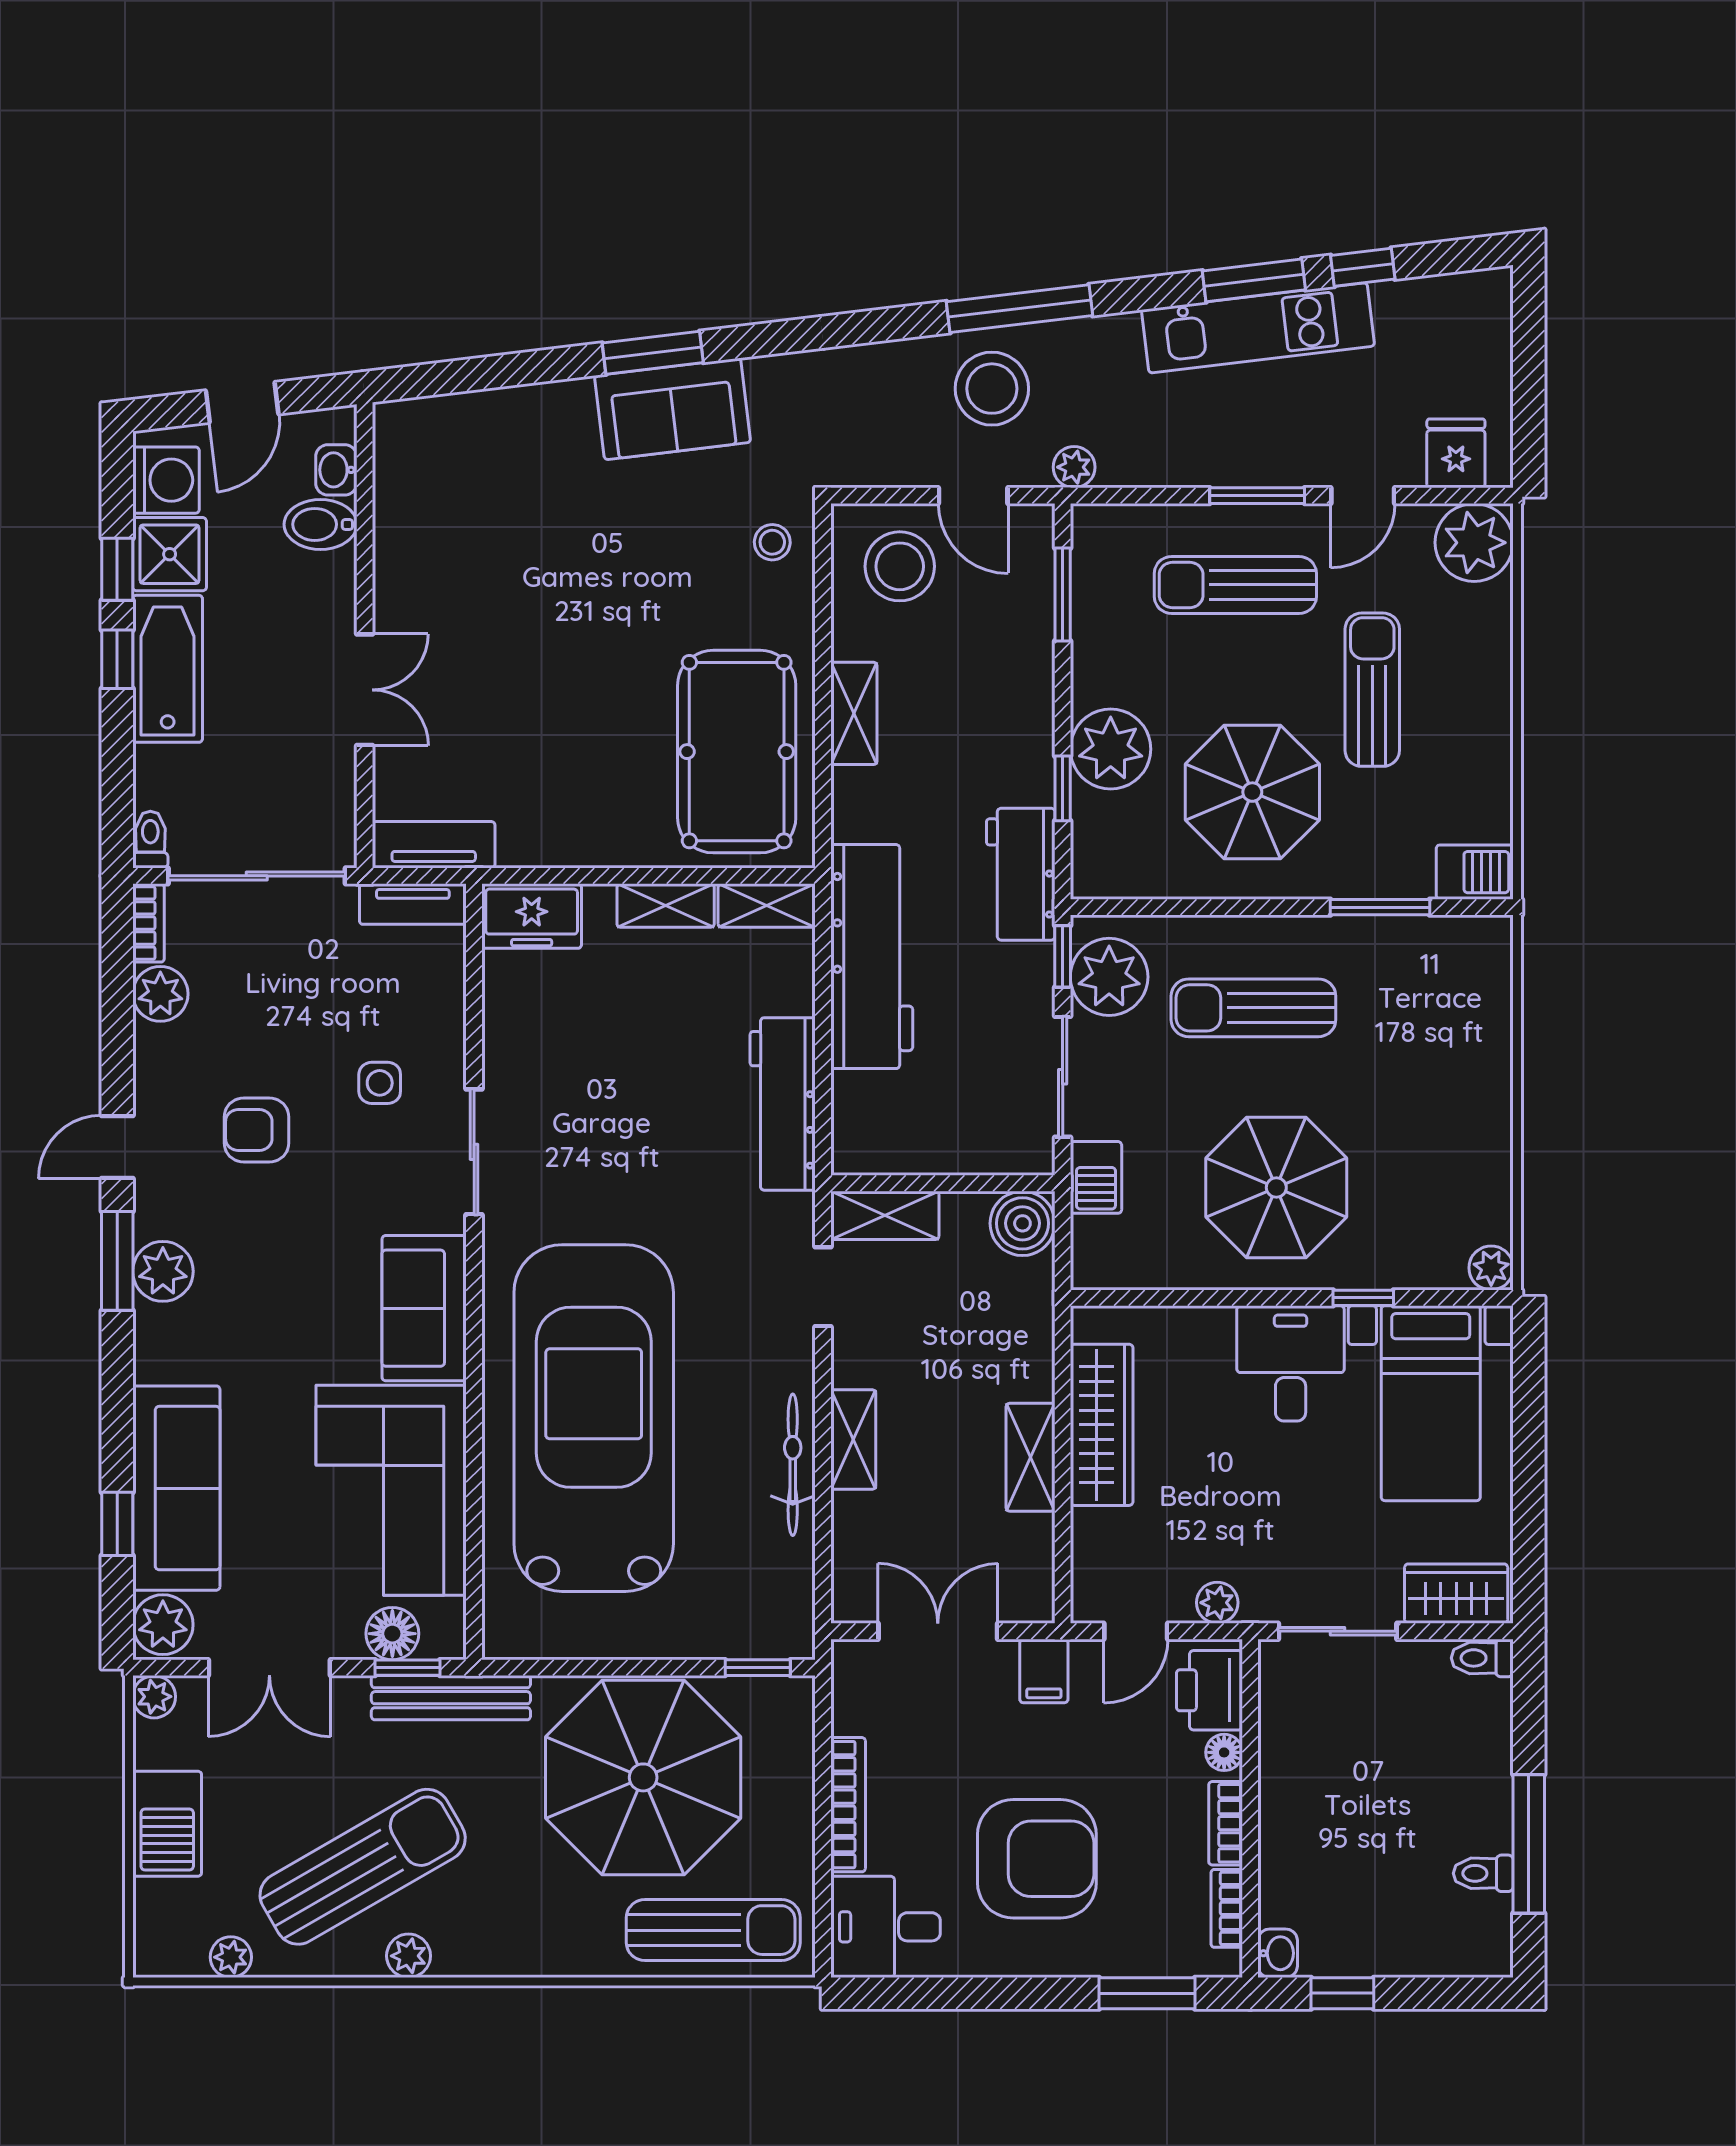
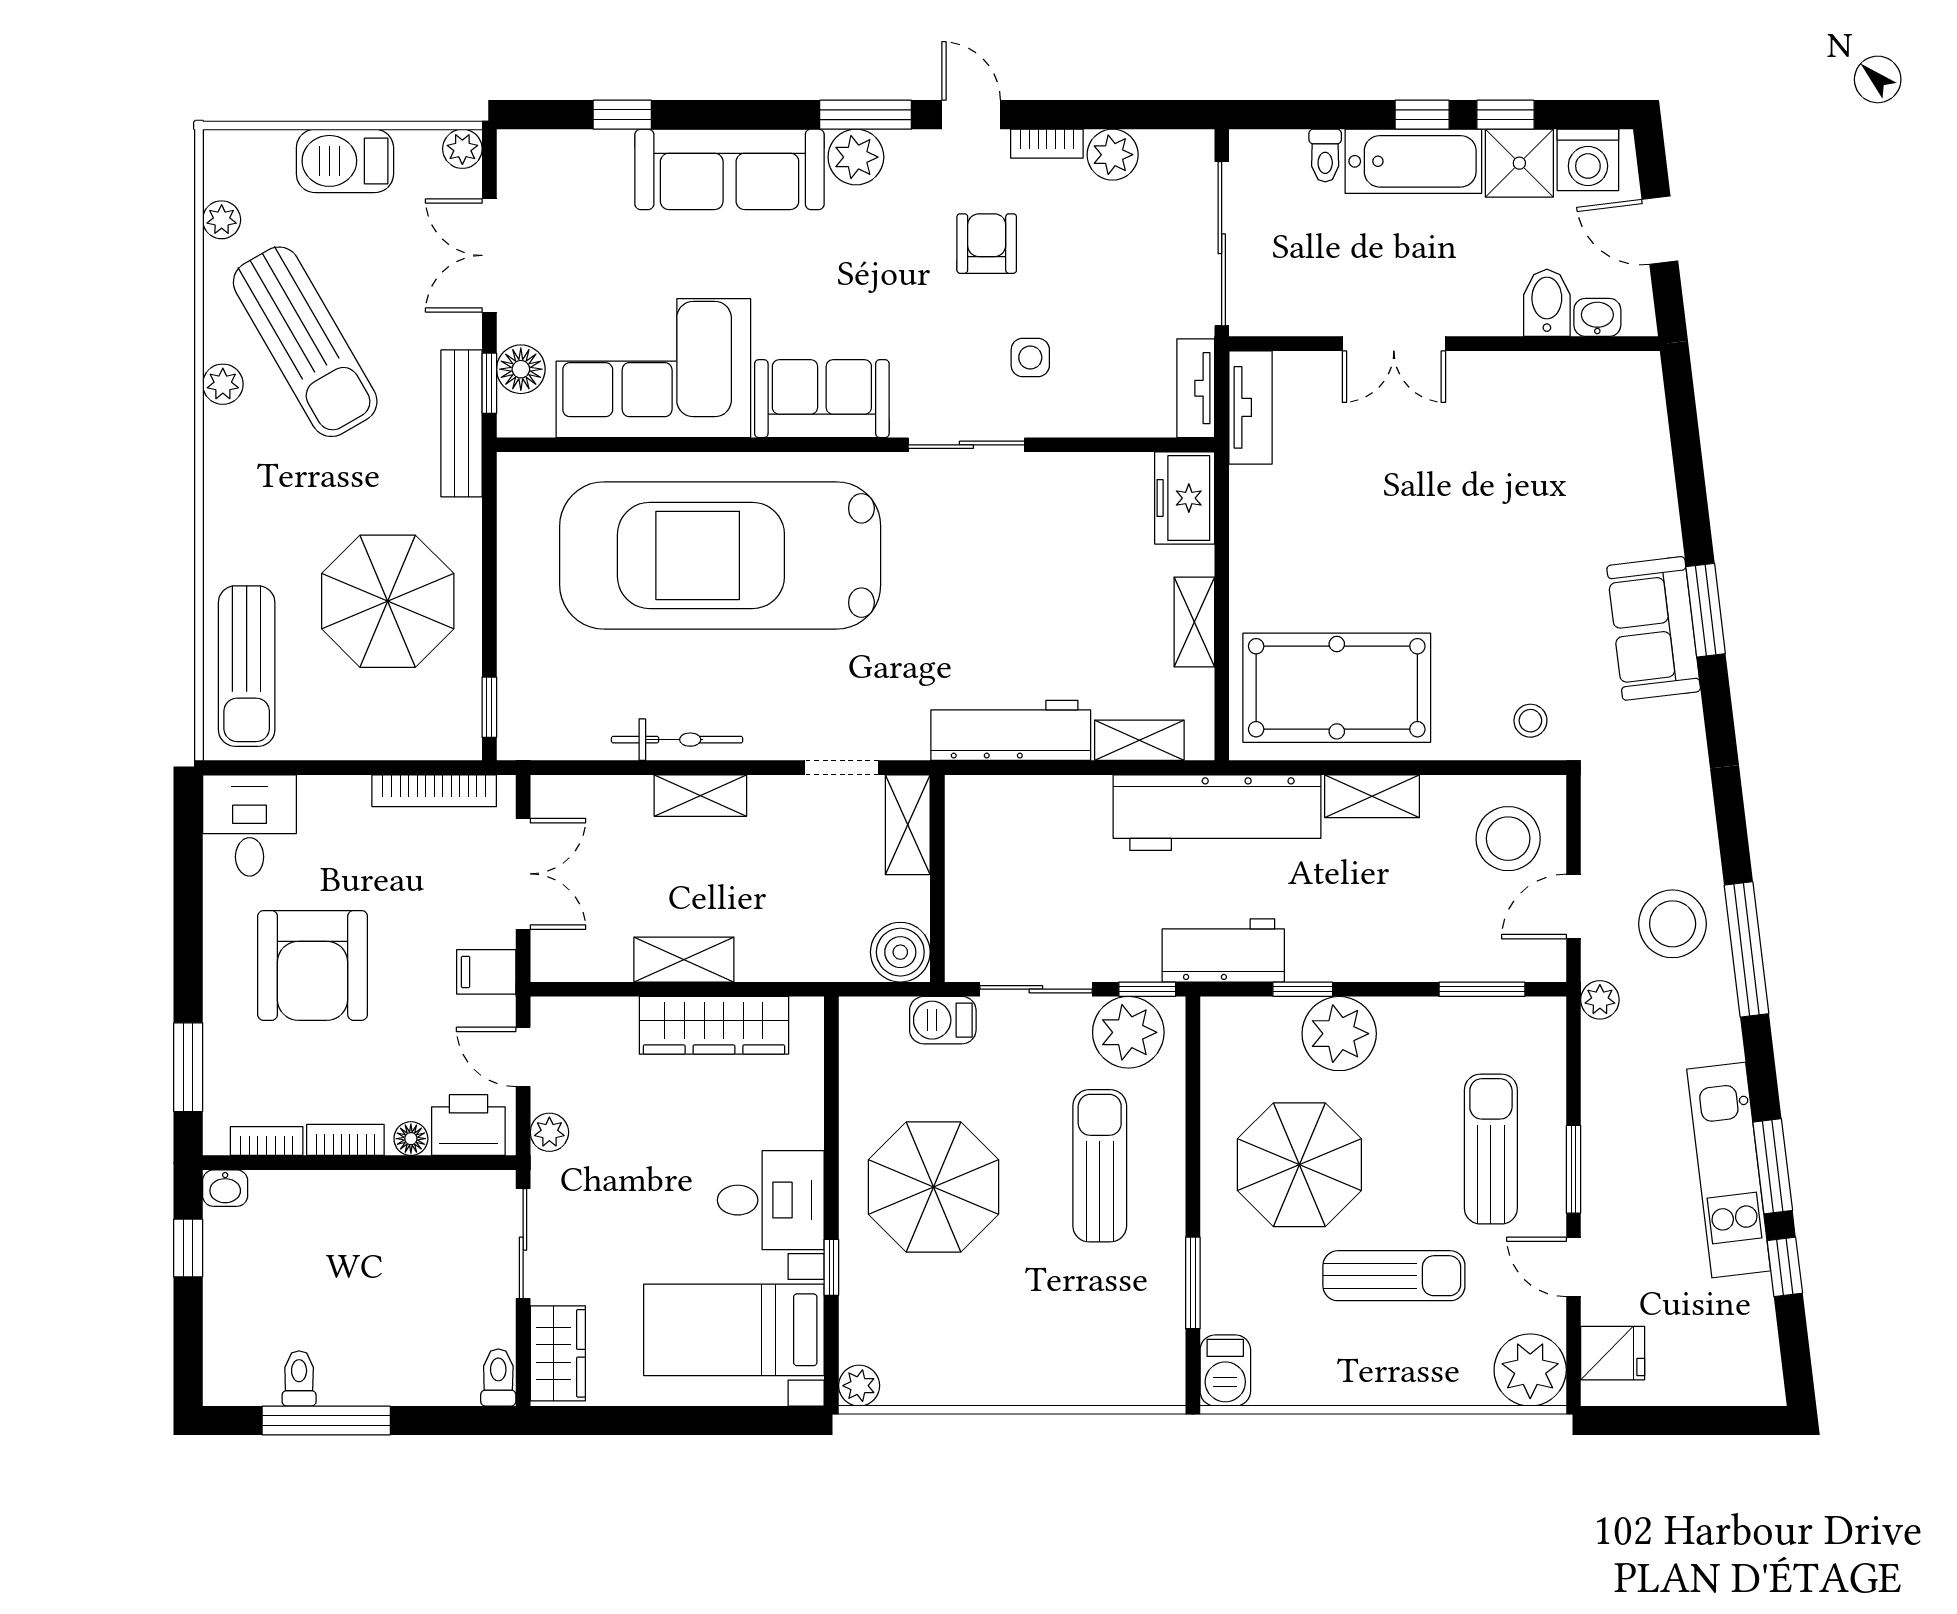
toilet: (150, 840) -> (1325, 155), moved, turned 90
shelving: (767, 906) -> (1139, 740), moved, turned 90
bookcase: (149, 923) -> (1047, 144), moved
workbench: (872, 957) -> (1217, 813), moved
car: (594, 1418) -> (720, 555), turned 180
sofa: (176, 1488) -> (730, 169), moved
plant: (163, 1625) -> (529, 157), removed
parasol: (643, 1777) -> (388, 601), width x0.73, depth x0.73
bookcase: (848, 1805) -> (434, 791), moved

